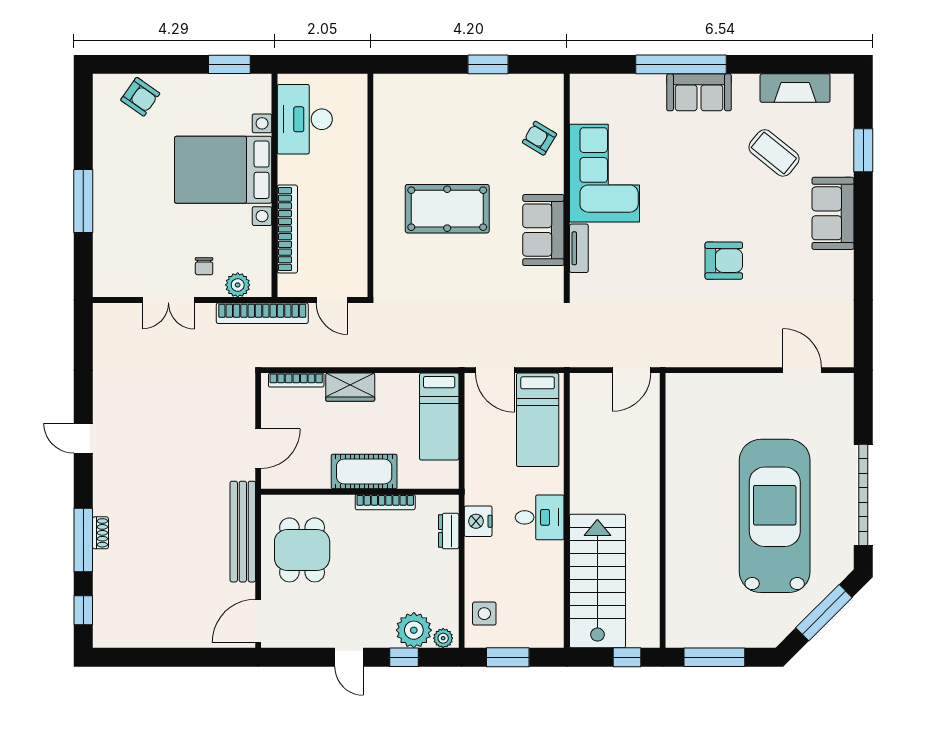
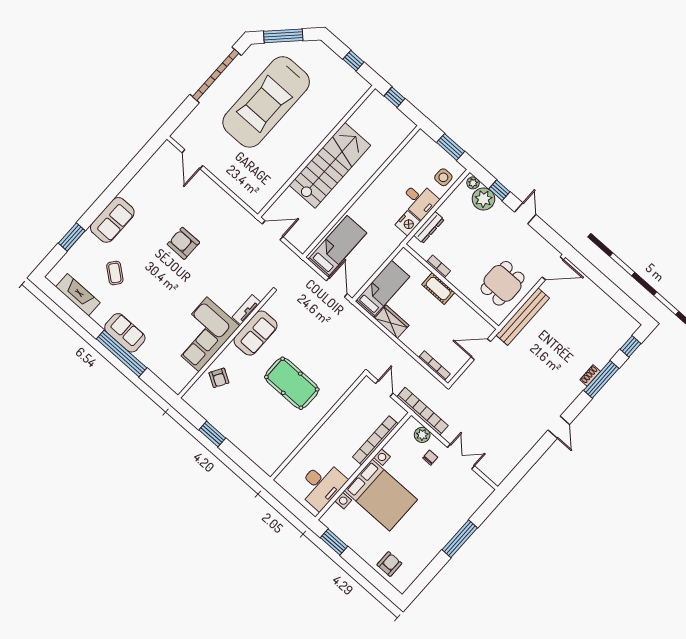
armchair: (140, 97) -> (389, 564), turned 55
coffee table: (774, 153) -> (115, 273), width x0.73, depth x0.77
wardrobe: (350, 387) -> (392, 322), moved
cot: (364, 471) -> (438, 289), width x0.73, depth x0.75
bookcase: (385, 502) -> (438, 267), width x0.64
desk: (540, 517) -> (419, 200), moved, turned 180
dresser: (449, 531) -> (429, 227), width x1.44
stairs: (597, 581) -> (330, 165), moved, turned 180
window: (714, 657) -> (353, 61), width x0.46

